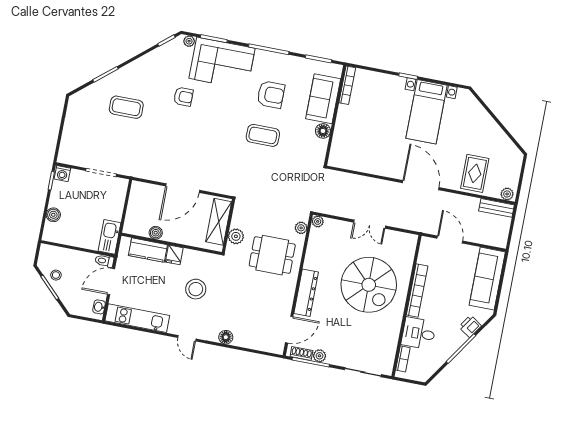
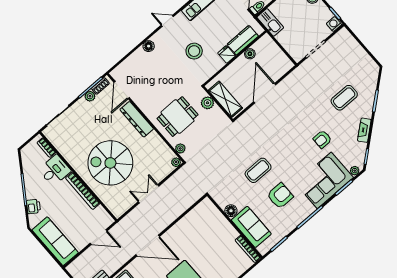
fireplace: (142, 63) -> (364, 130), added
armchair: (271, 95) -> (280, 196), turned 180

